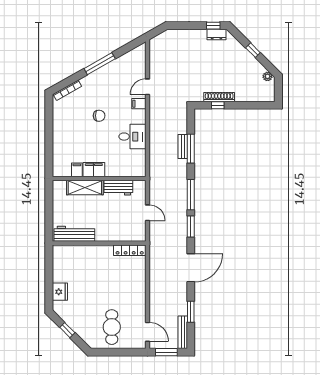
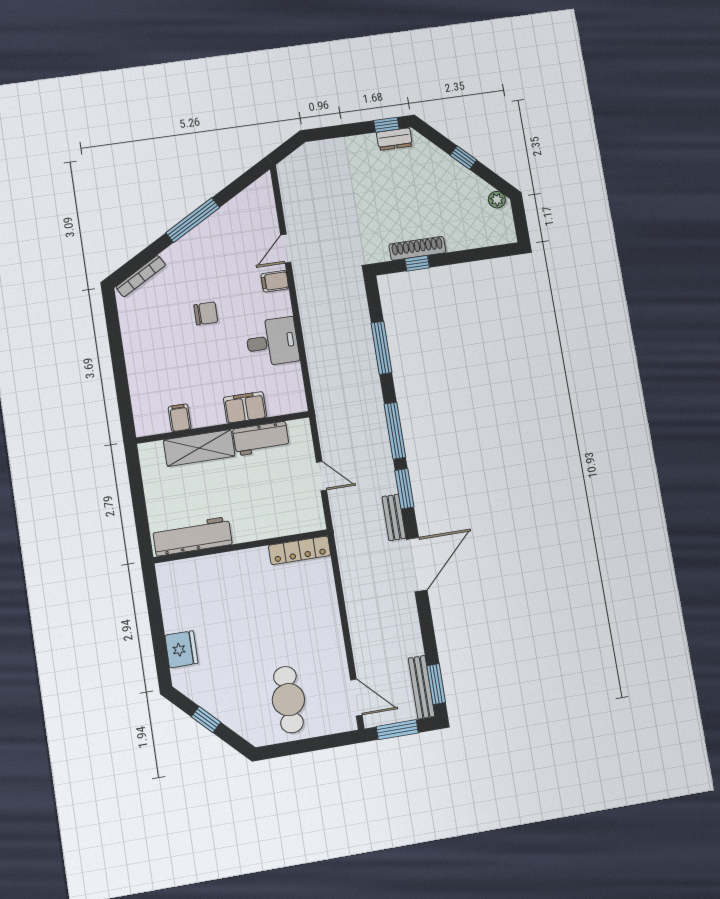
bench: (183, 147) -> (394, 517), moved
filing cabinet: (94, 170) -> (245, 407), moved
window: (191, 312) -> (436, 684), moved

